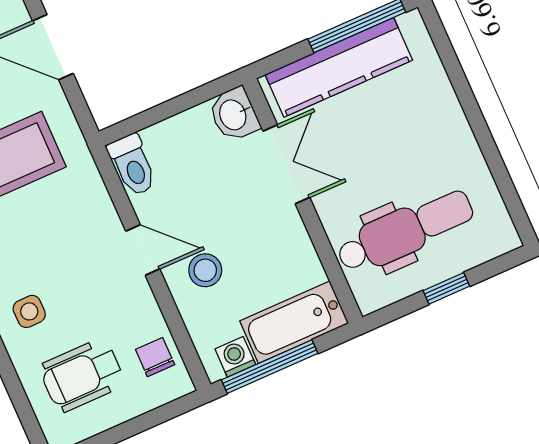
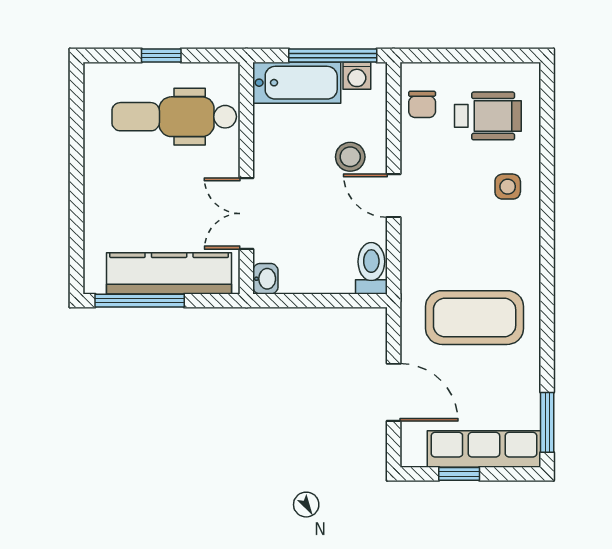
washbasin: (234, 114) -> (265, 279), width x0.72, depth x0.69

